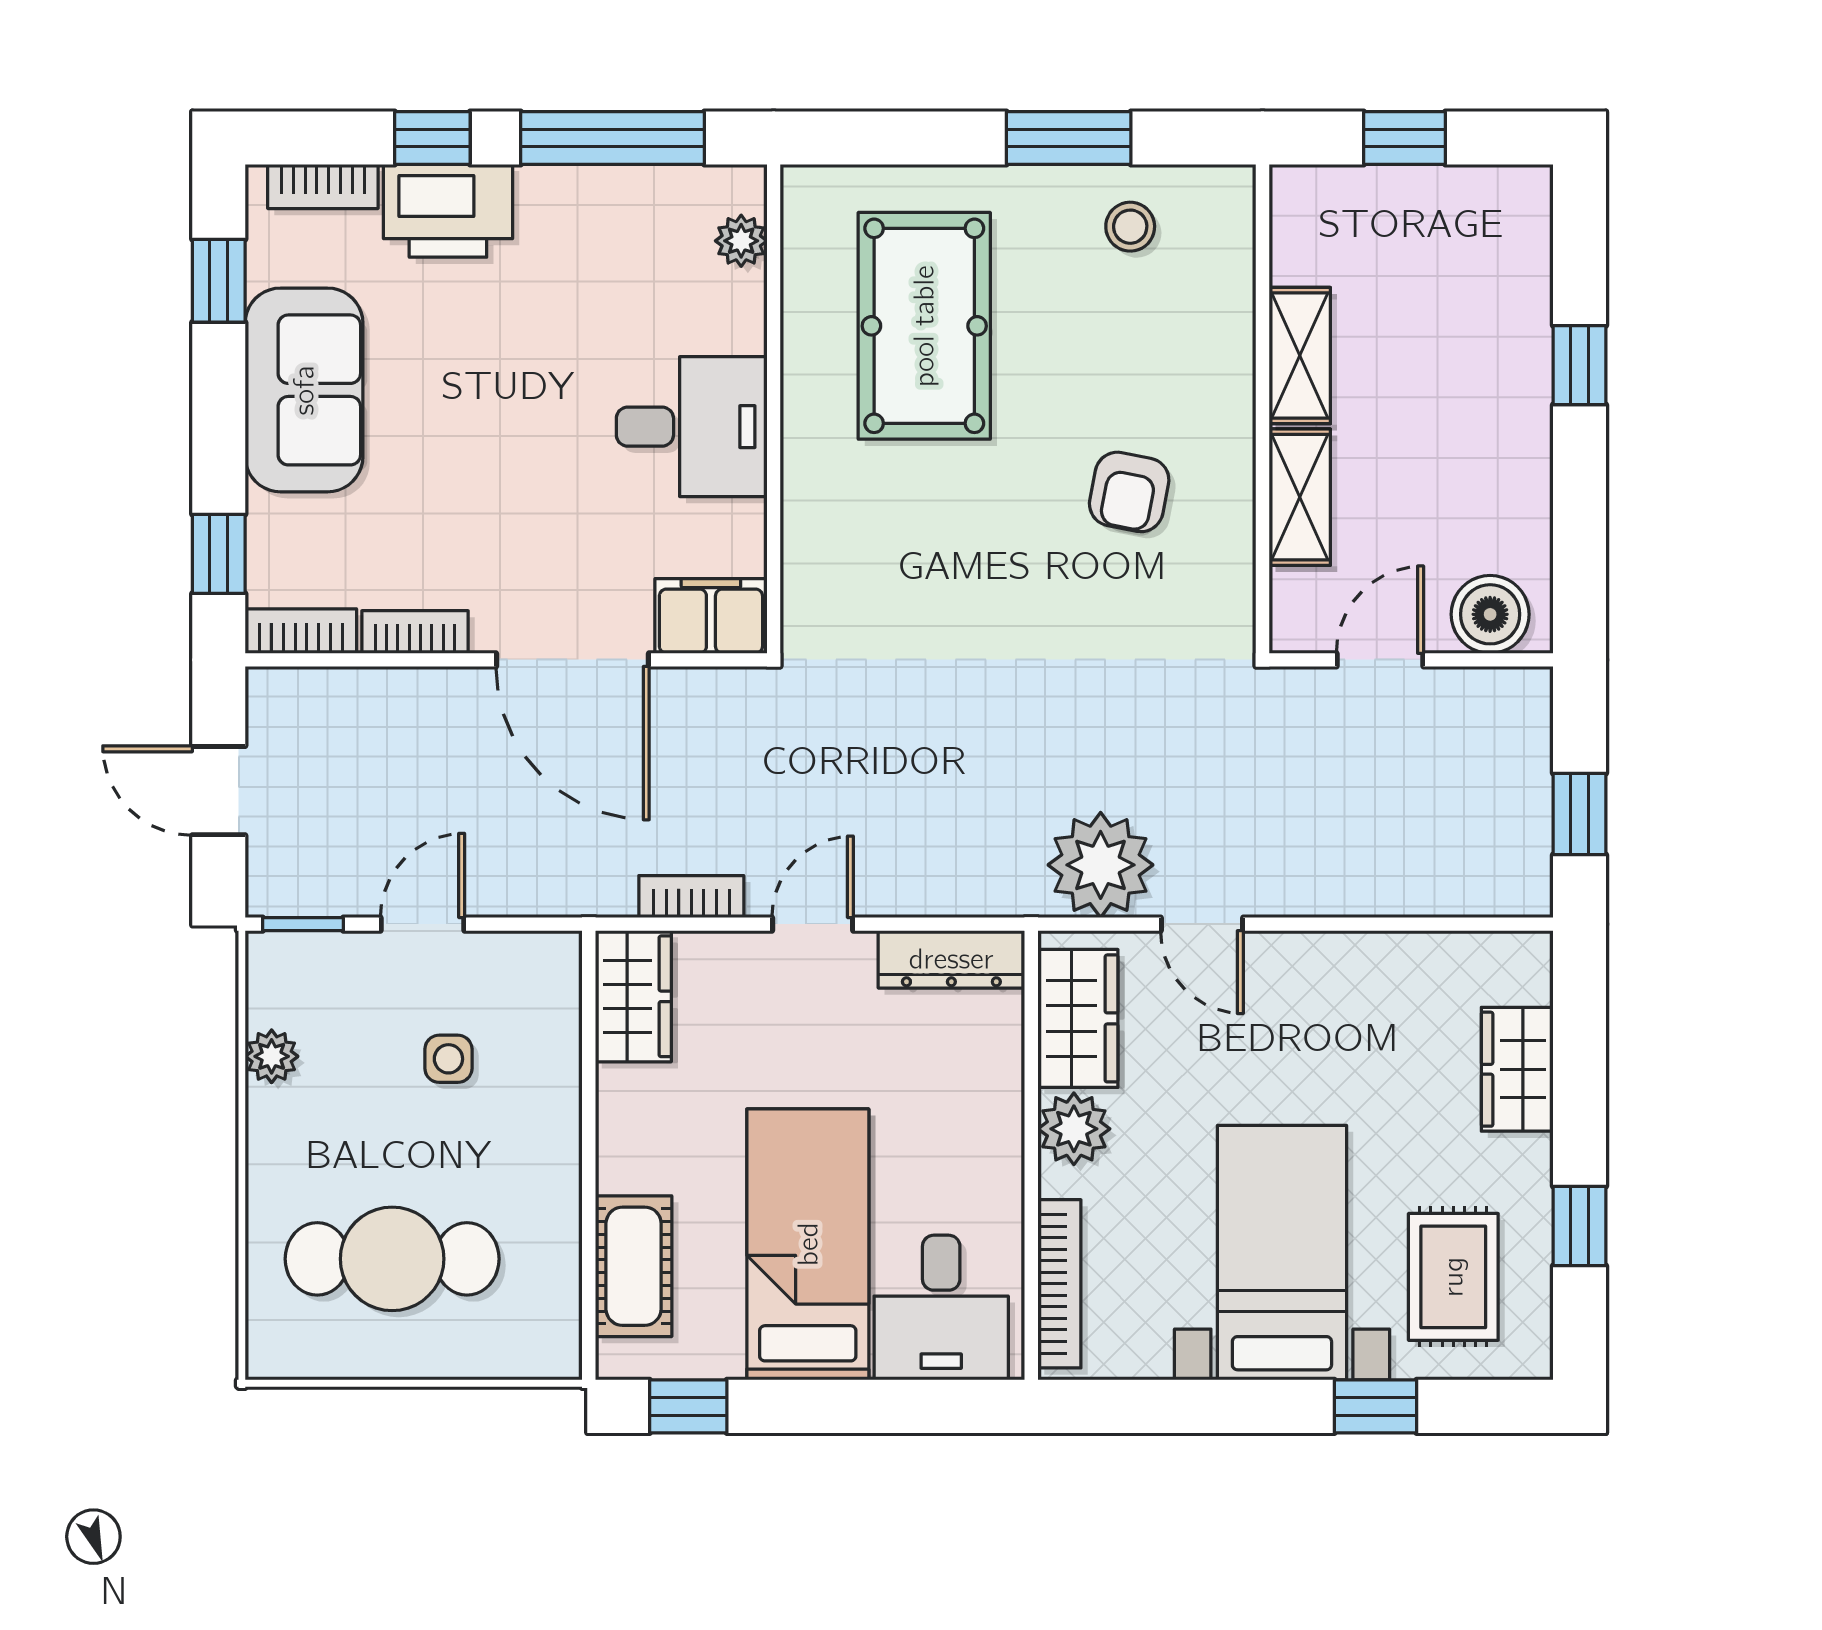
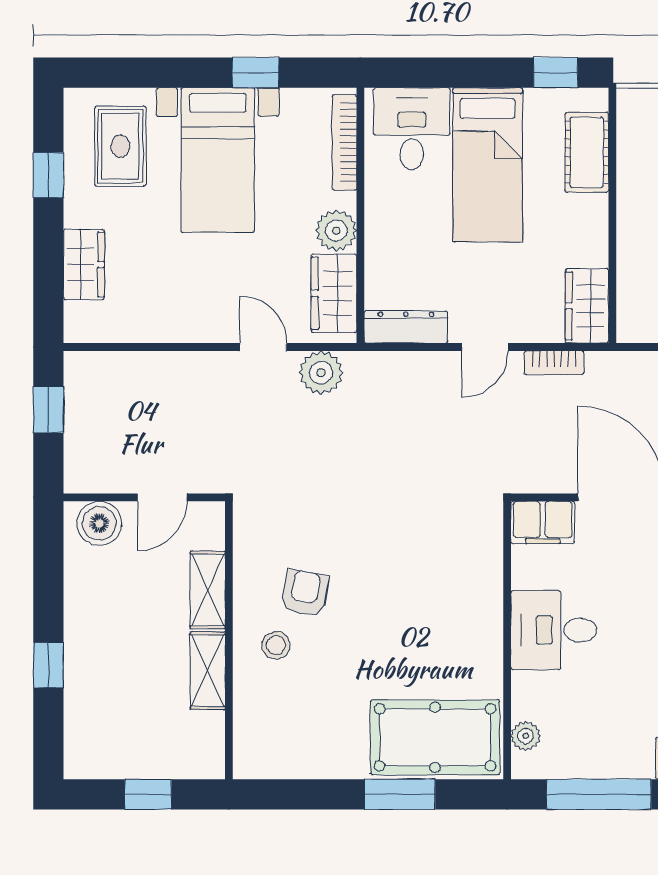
window: (1069, 138) -> (400, 794), moved
stool: (1130, 227) -> (276, 645), moved
pool table: (924, 326) -> (435, 737), moved, turned 90
plant: (1101, 865) -> (321, 373), width x0.73, depth x0.73
window: (1376, 1406) -> (256, 73), moved

